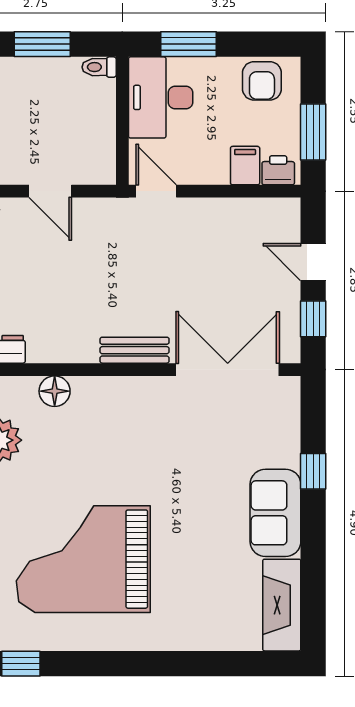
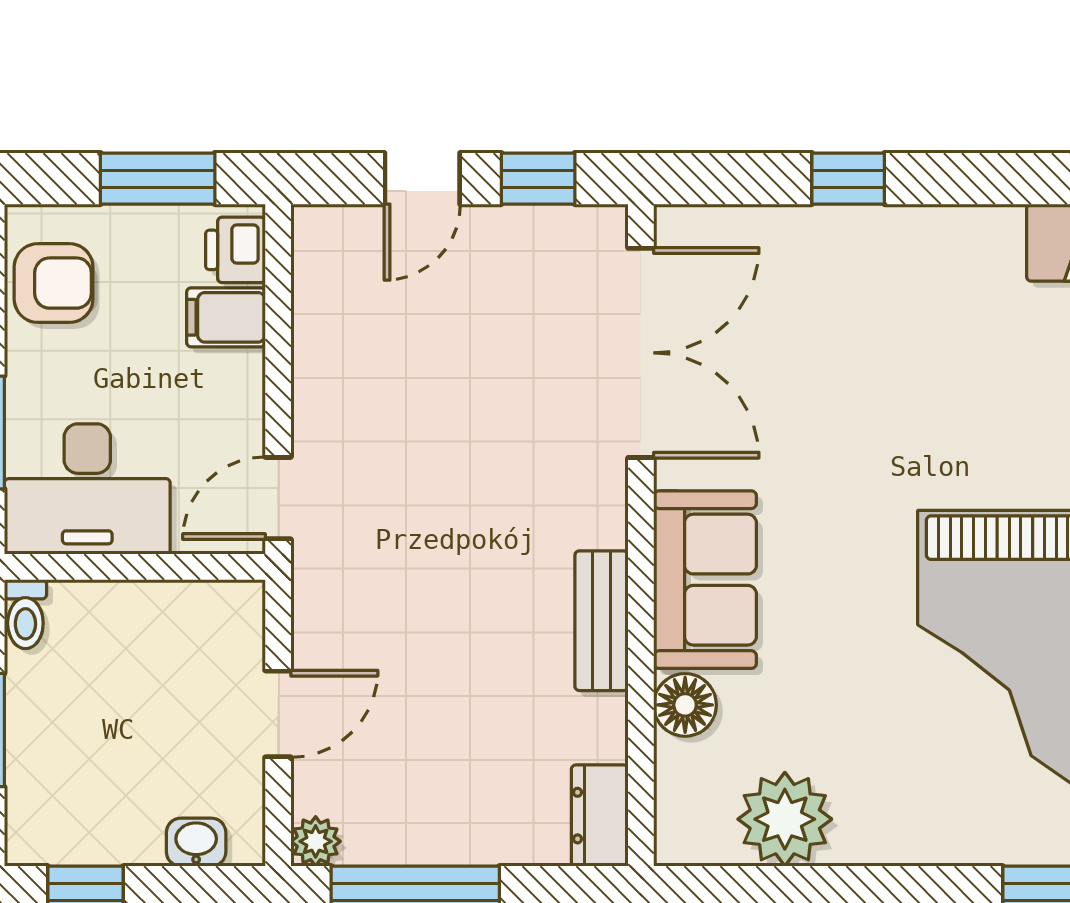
bench: (135, 350) -> (602, 621), moved
double door: (228, 370) -> (641, 353), swing flipped
sofa: (275, 513) -> (705, 580), moved, turned -90

